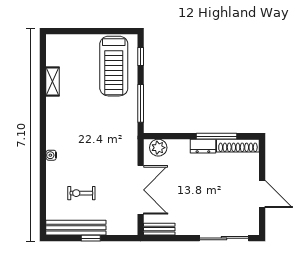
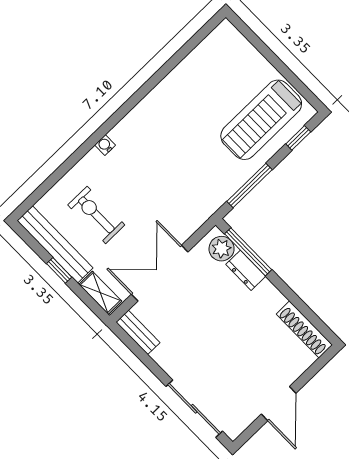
shelving: (53, 81) -> (100, 293), moved, turned 90
window: (216, 136) -> (248, 252), moved
dresser: (203, 146) -> (246, 270), moved
double door: (141, 190) -> (160, 273), swing flipped
exercise bike: (81, 193) -> (96, 215), width x1.38, depth x1.39

